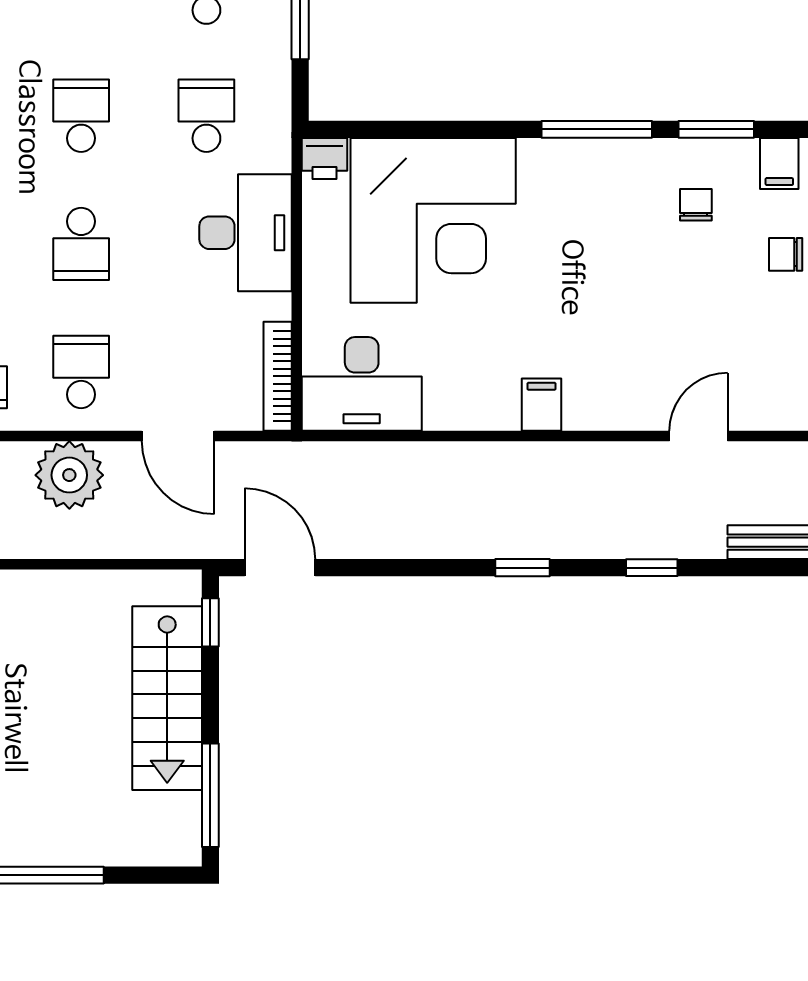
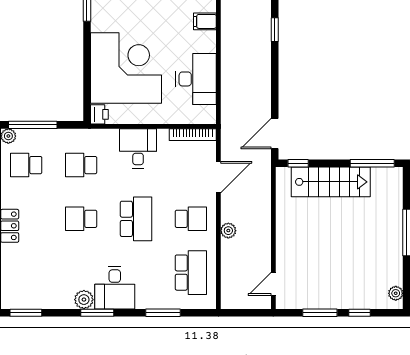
desk: (245, 233) -> (138, 148), width x0.73
school desk: (81, 244) -> (136, 219), width x1.85
school desk: (81, 372) -> (191, 219), turned 180
desk: (362, 384) -> (196, 79), moved
plant: (69, 475) -> (228, 231), width x0.53, depth x0.53

